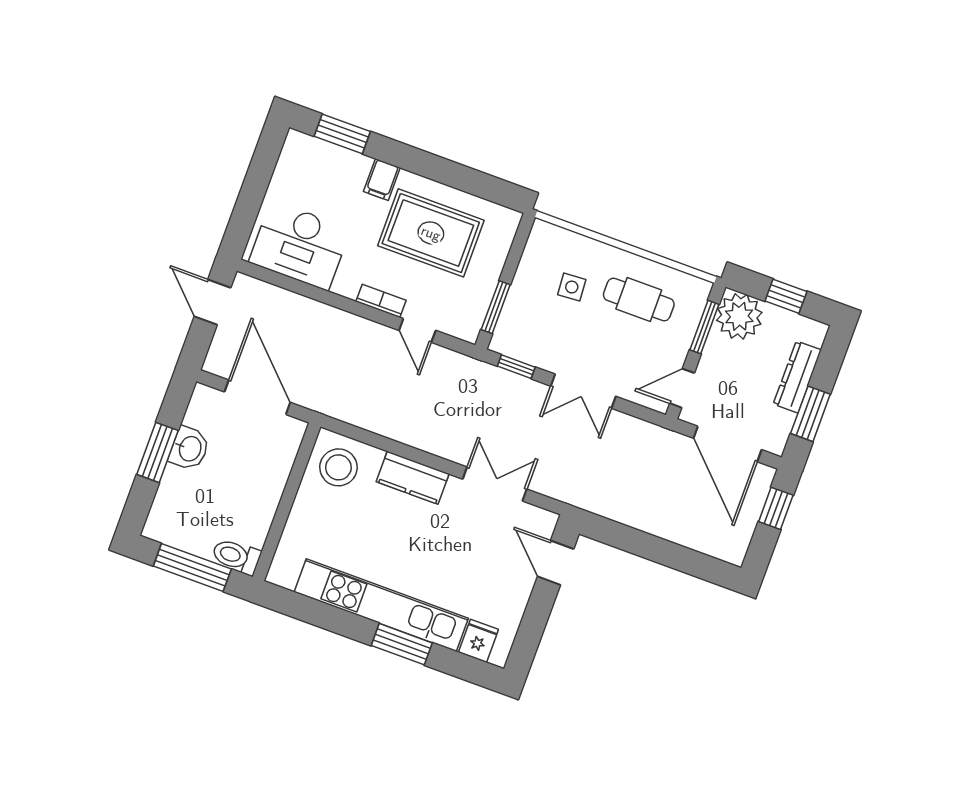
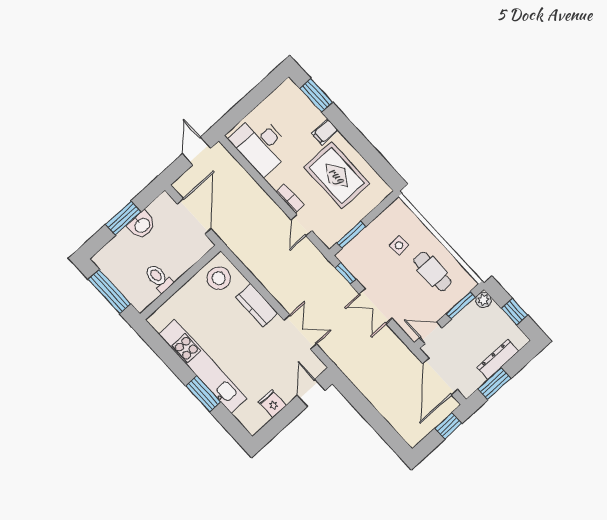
plant: (739, 316) -> (483, 300), width x0.53, depth x0.53
toilet: (236, 556) -> (159, 278), moved
fridge: (478, 641) -> (272, 404), moved, turned -90

